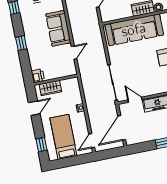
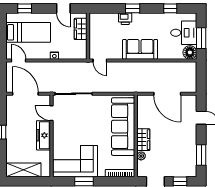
door: (74, 53) -> (100, 60), moved
printer: (38, 76) -> (125, 19), moved
door: (135, 100) -> (51, 113), swing flipped

